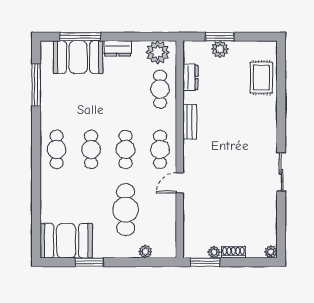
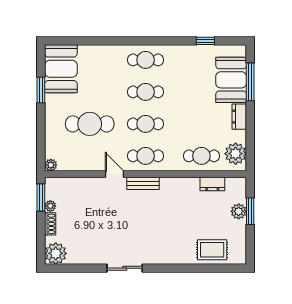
window: (36, 85) -> (205, 41), width x0.46
bench: (190, 122) -> (143, 183), moved
plant: (145, 252) -> (51, 165), moved
plant: (271, 252) -> (56, 253), width x1.87, depth x1.87

